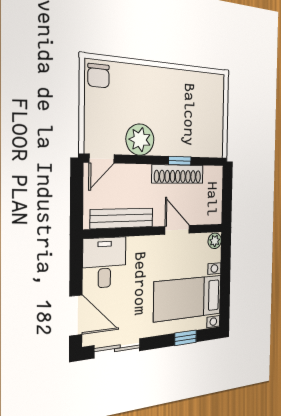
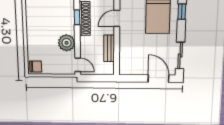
bench: (122, 218) -> (109, 48), width x0.73
desk: (104, 263) -> (132, 63), removed
door: (76, 315) -> (158, 79), hinge flipped

